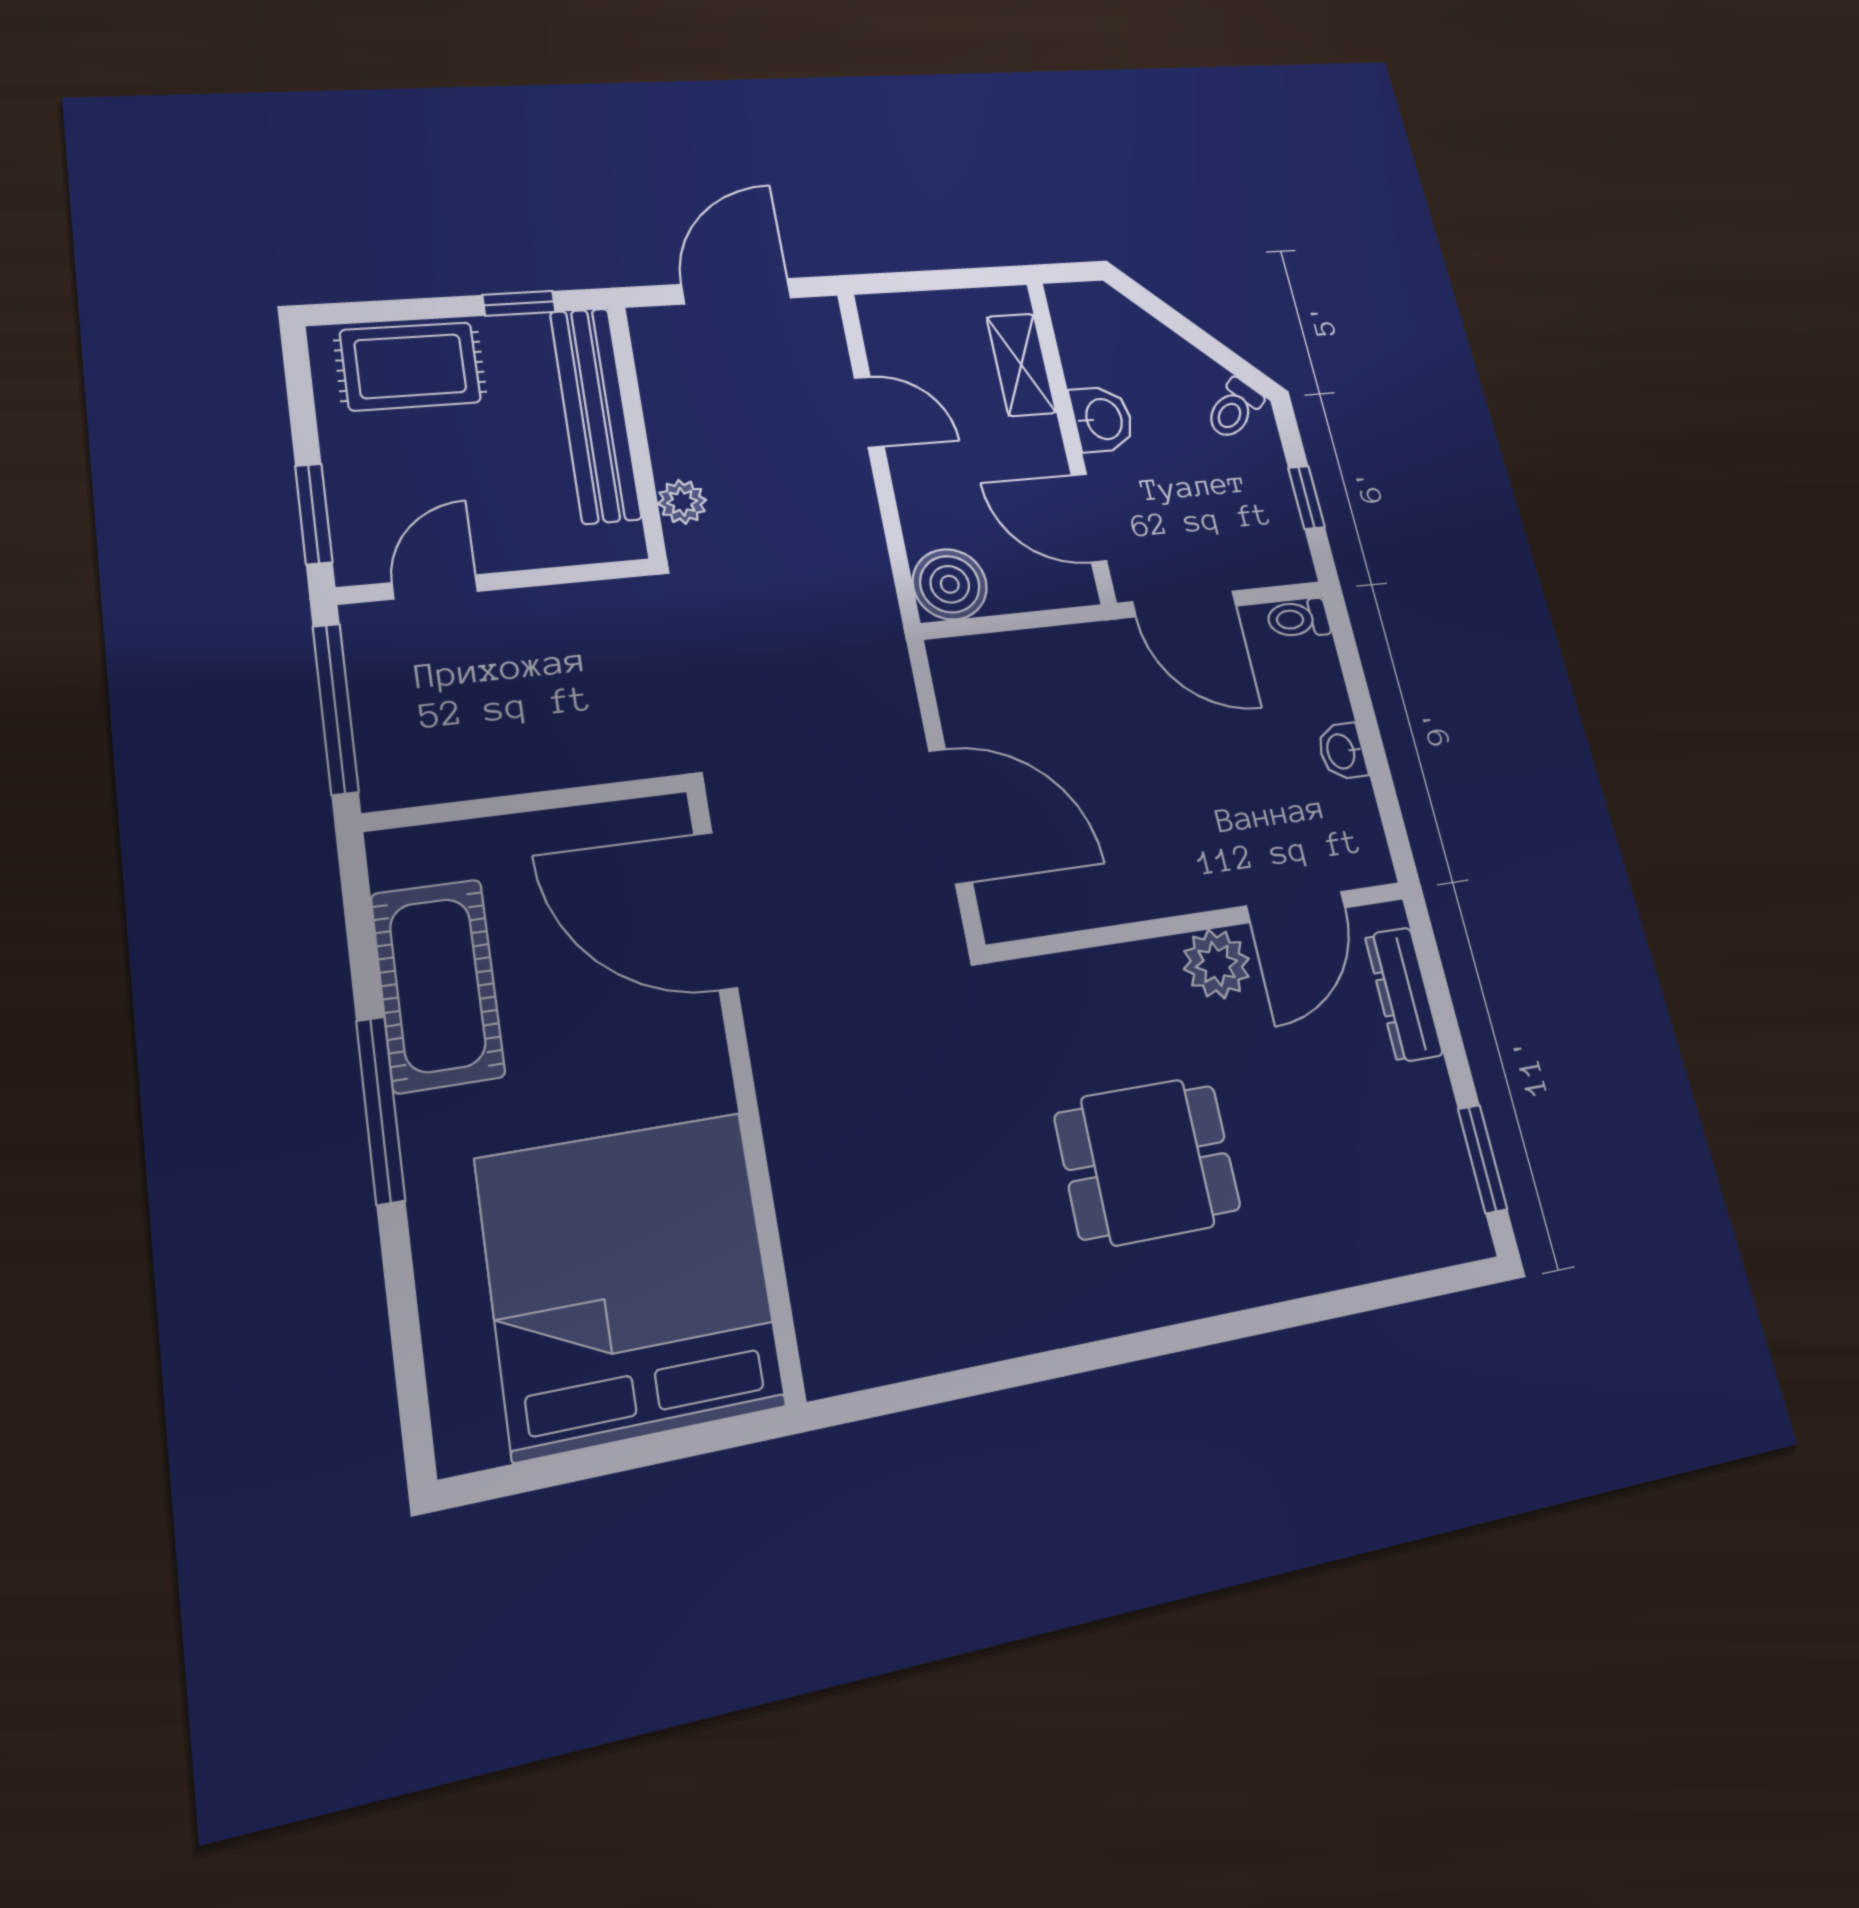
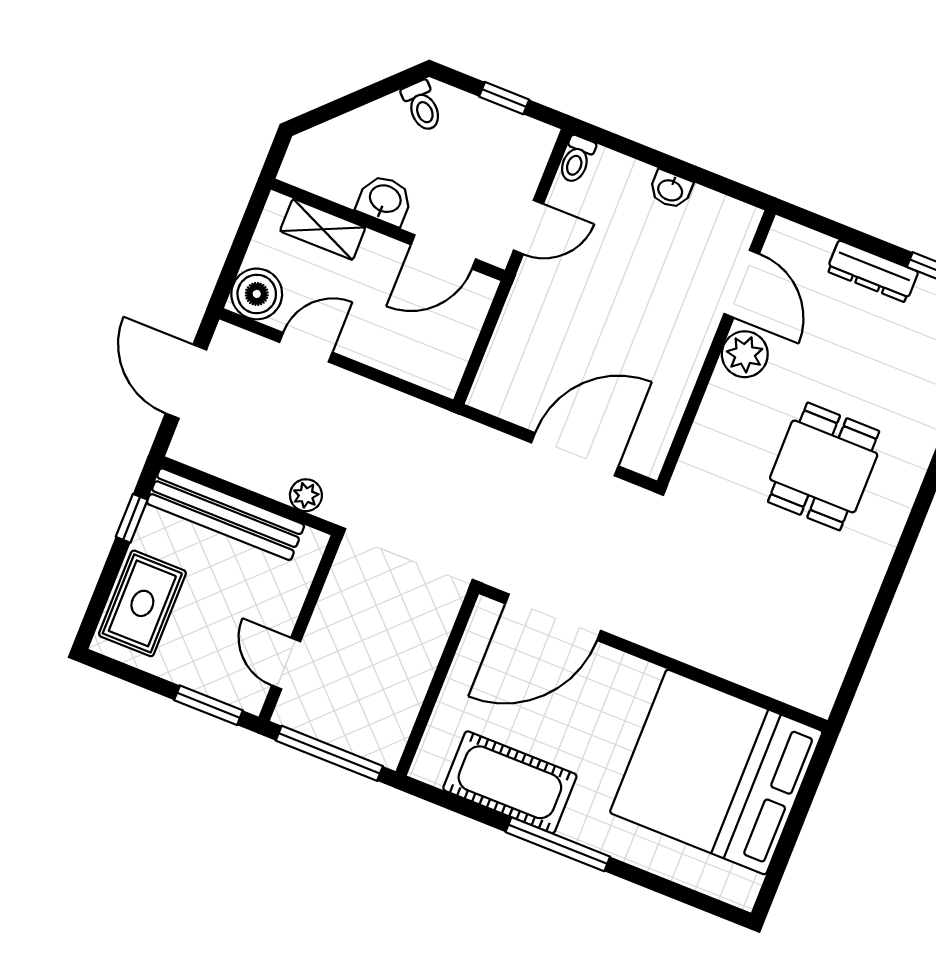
boiler: (950, 584) -> (257, 294), moved
door: (1185, 604) -> (528, 227), width x0.73
dresser: (1404, 995) -> (872, 271), moved

